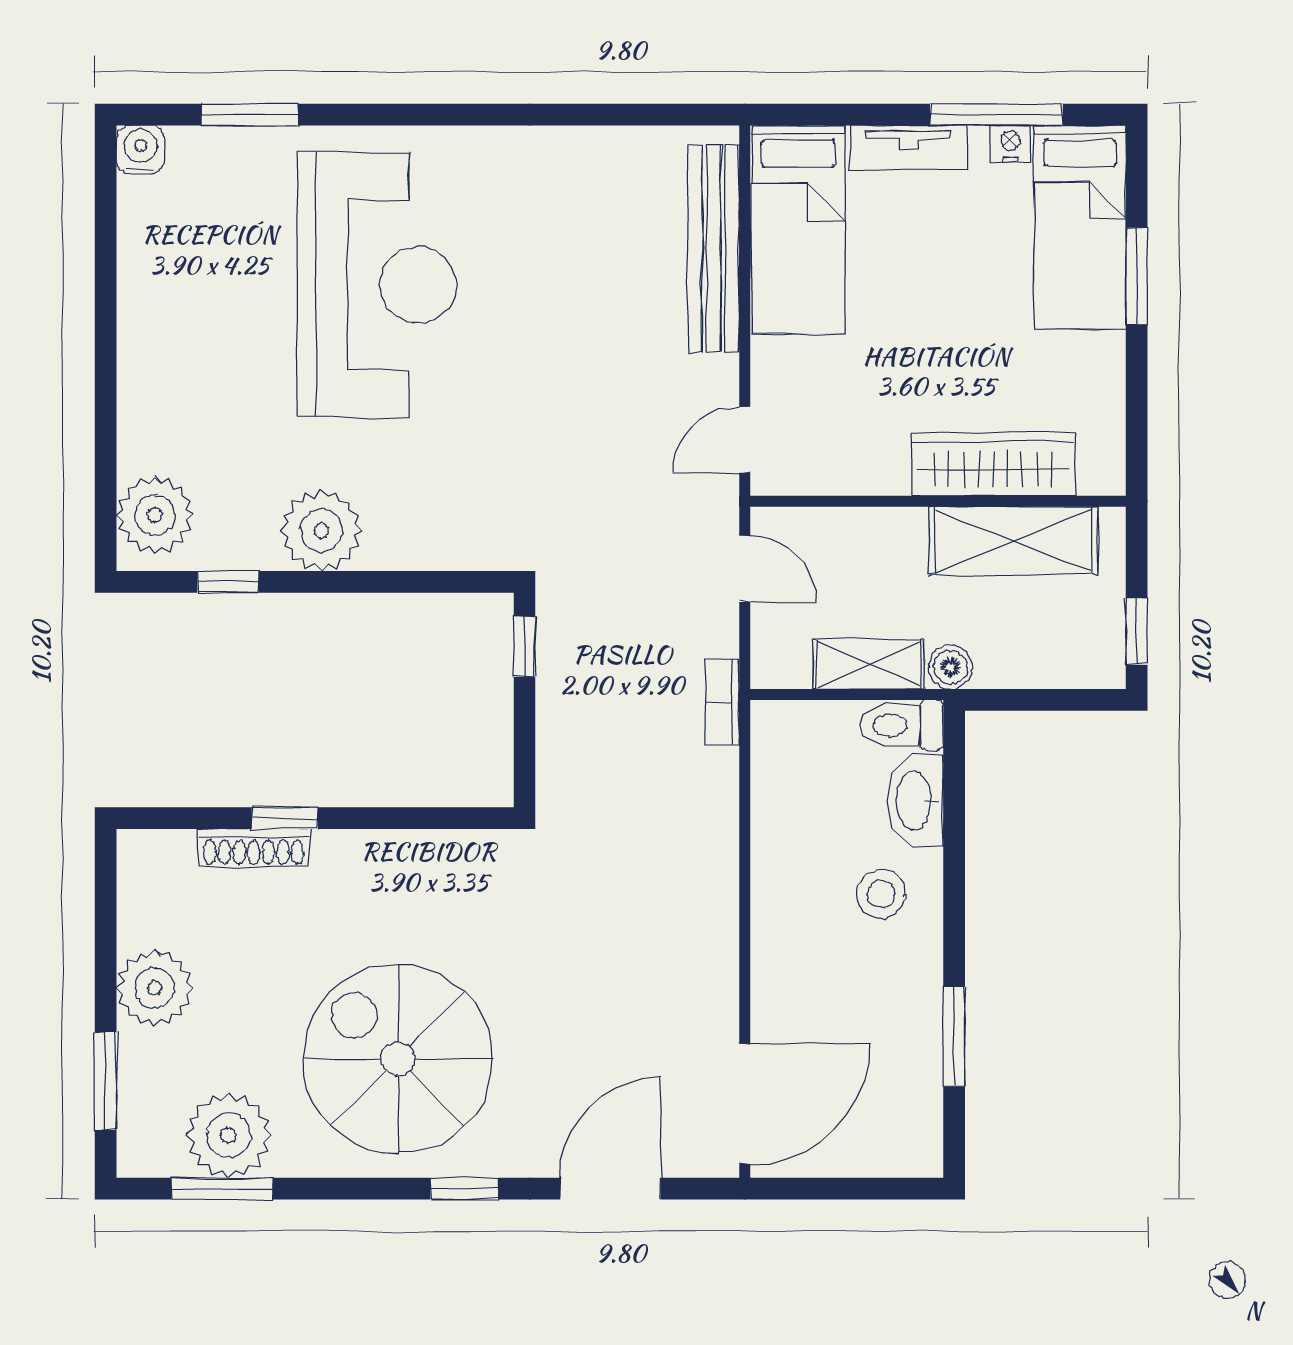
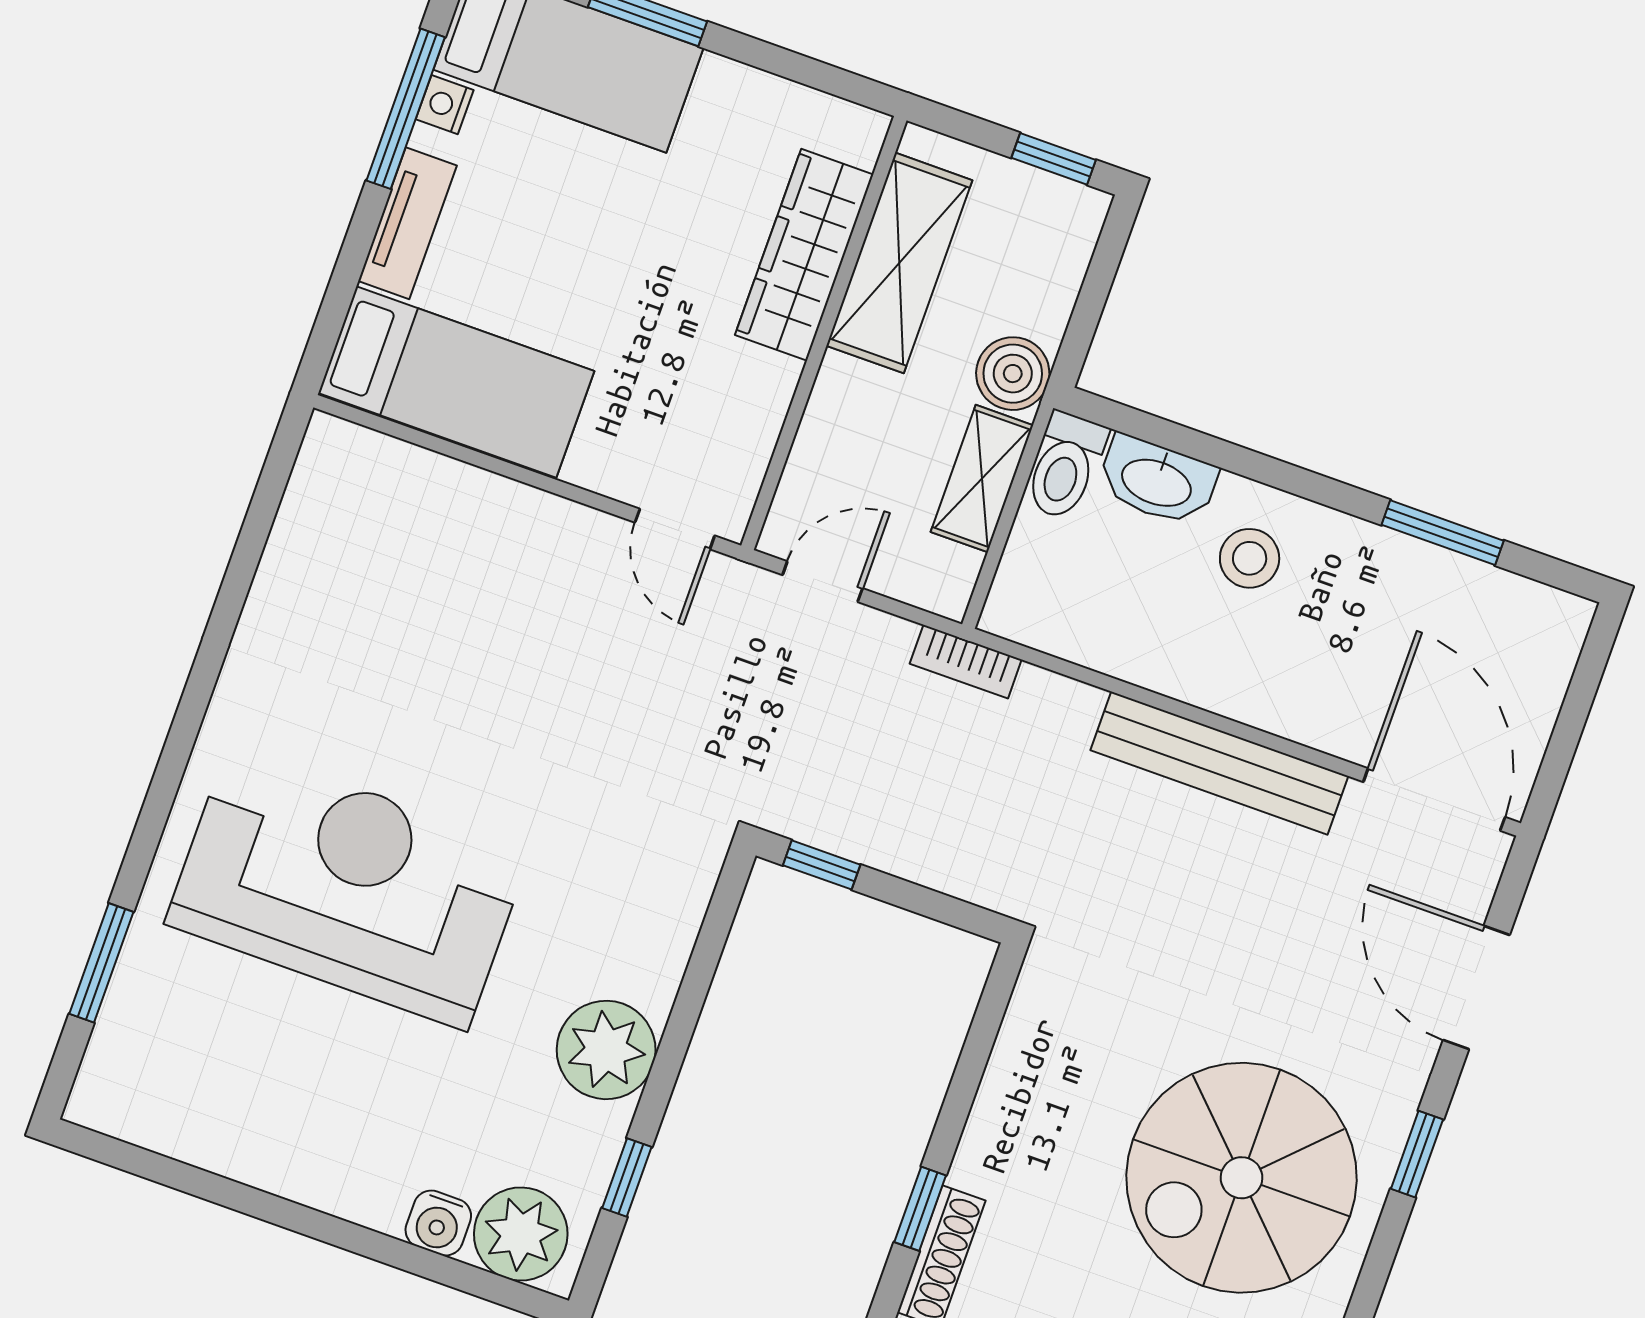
water cooler: (141, 150) -> (438, 1223), moved, turned -90
bench: (713, 248) -> (1219, 763), moved
boiler: (951, 667) -> (1013, 374), width x1.36, depth x1.36

